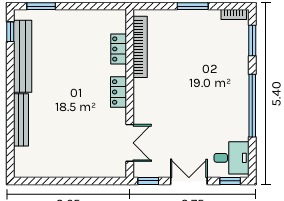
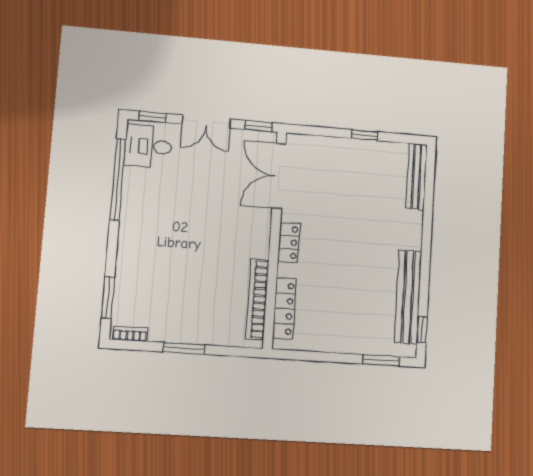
locker: (119, 49) -> (285, 309), width x1.53
window: (252, 106) -> (118, 179), moved
bench: (21, 120) -> (416, 176), moved
double door: (130, 143) -> (279, 176), width x1.37
window: (64, 181) -> (364, 135), added

